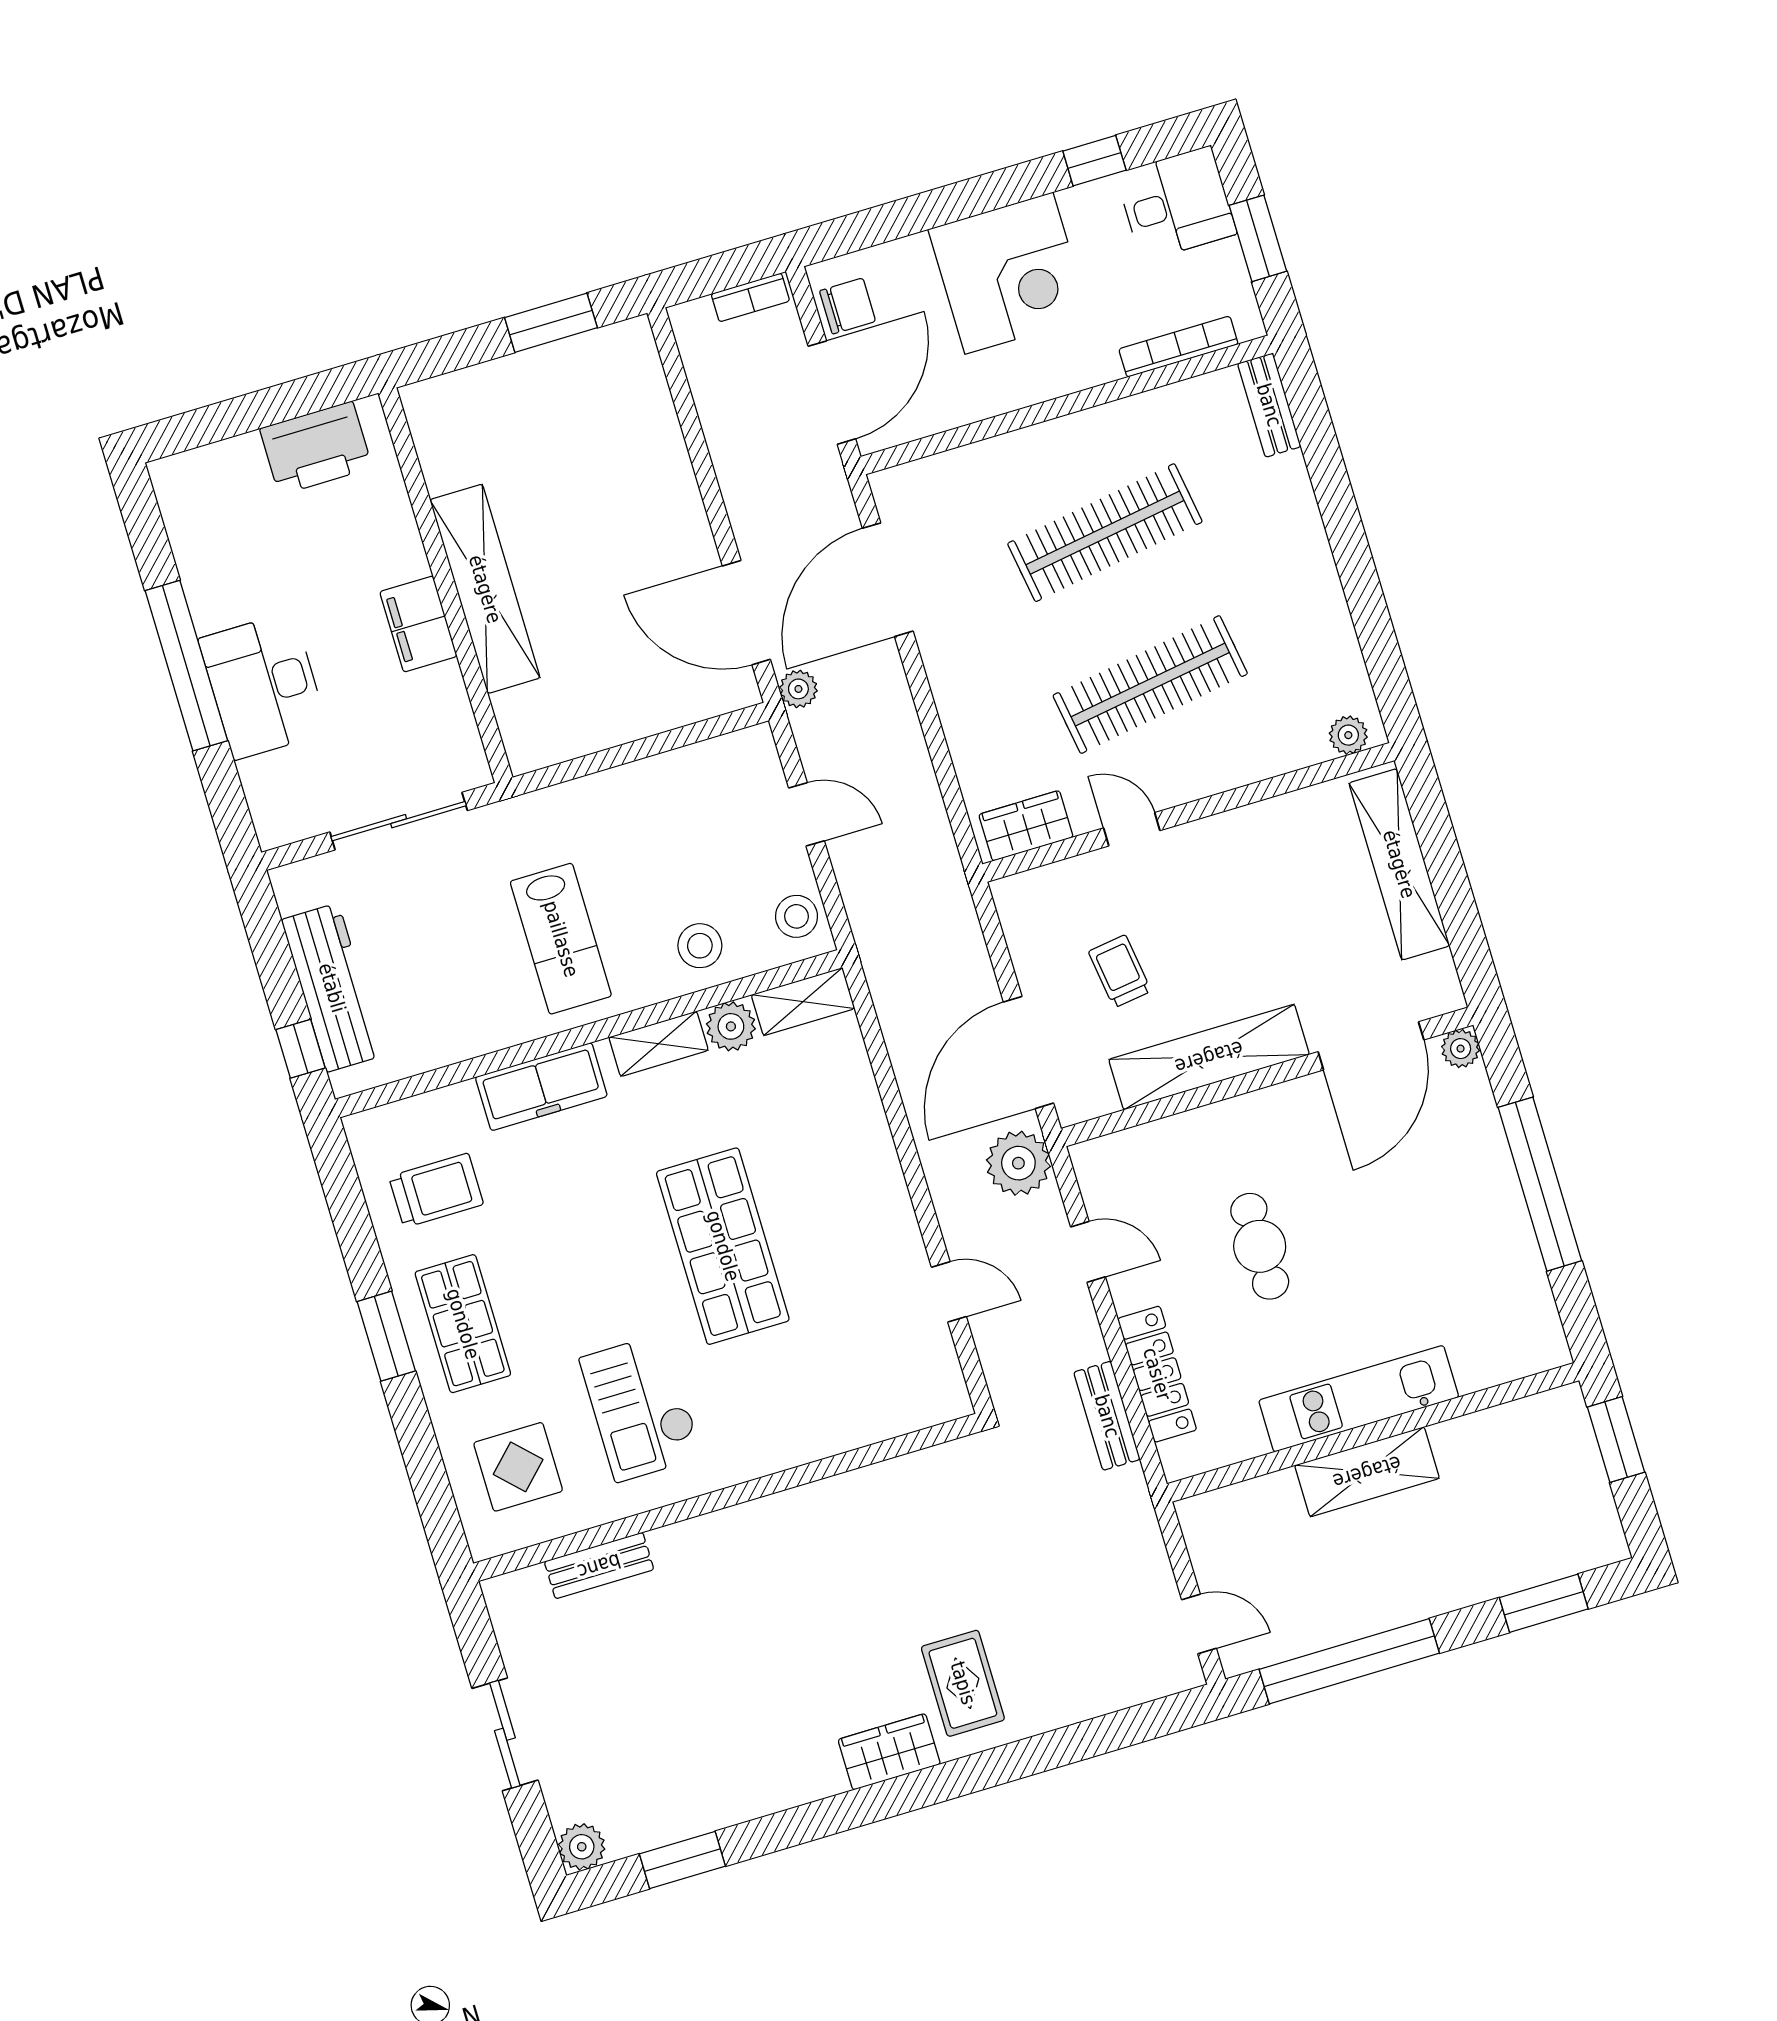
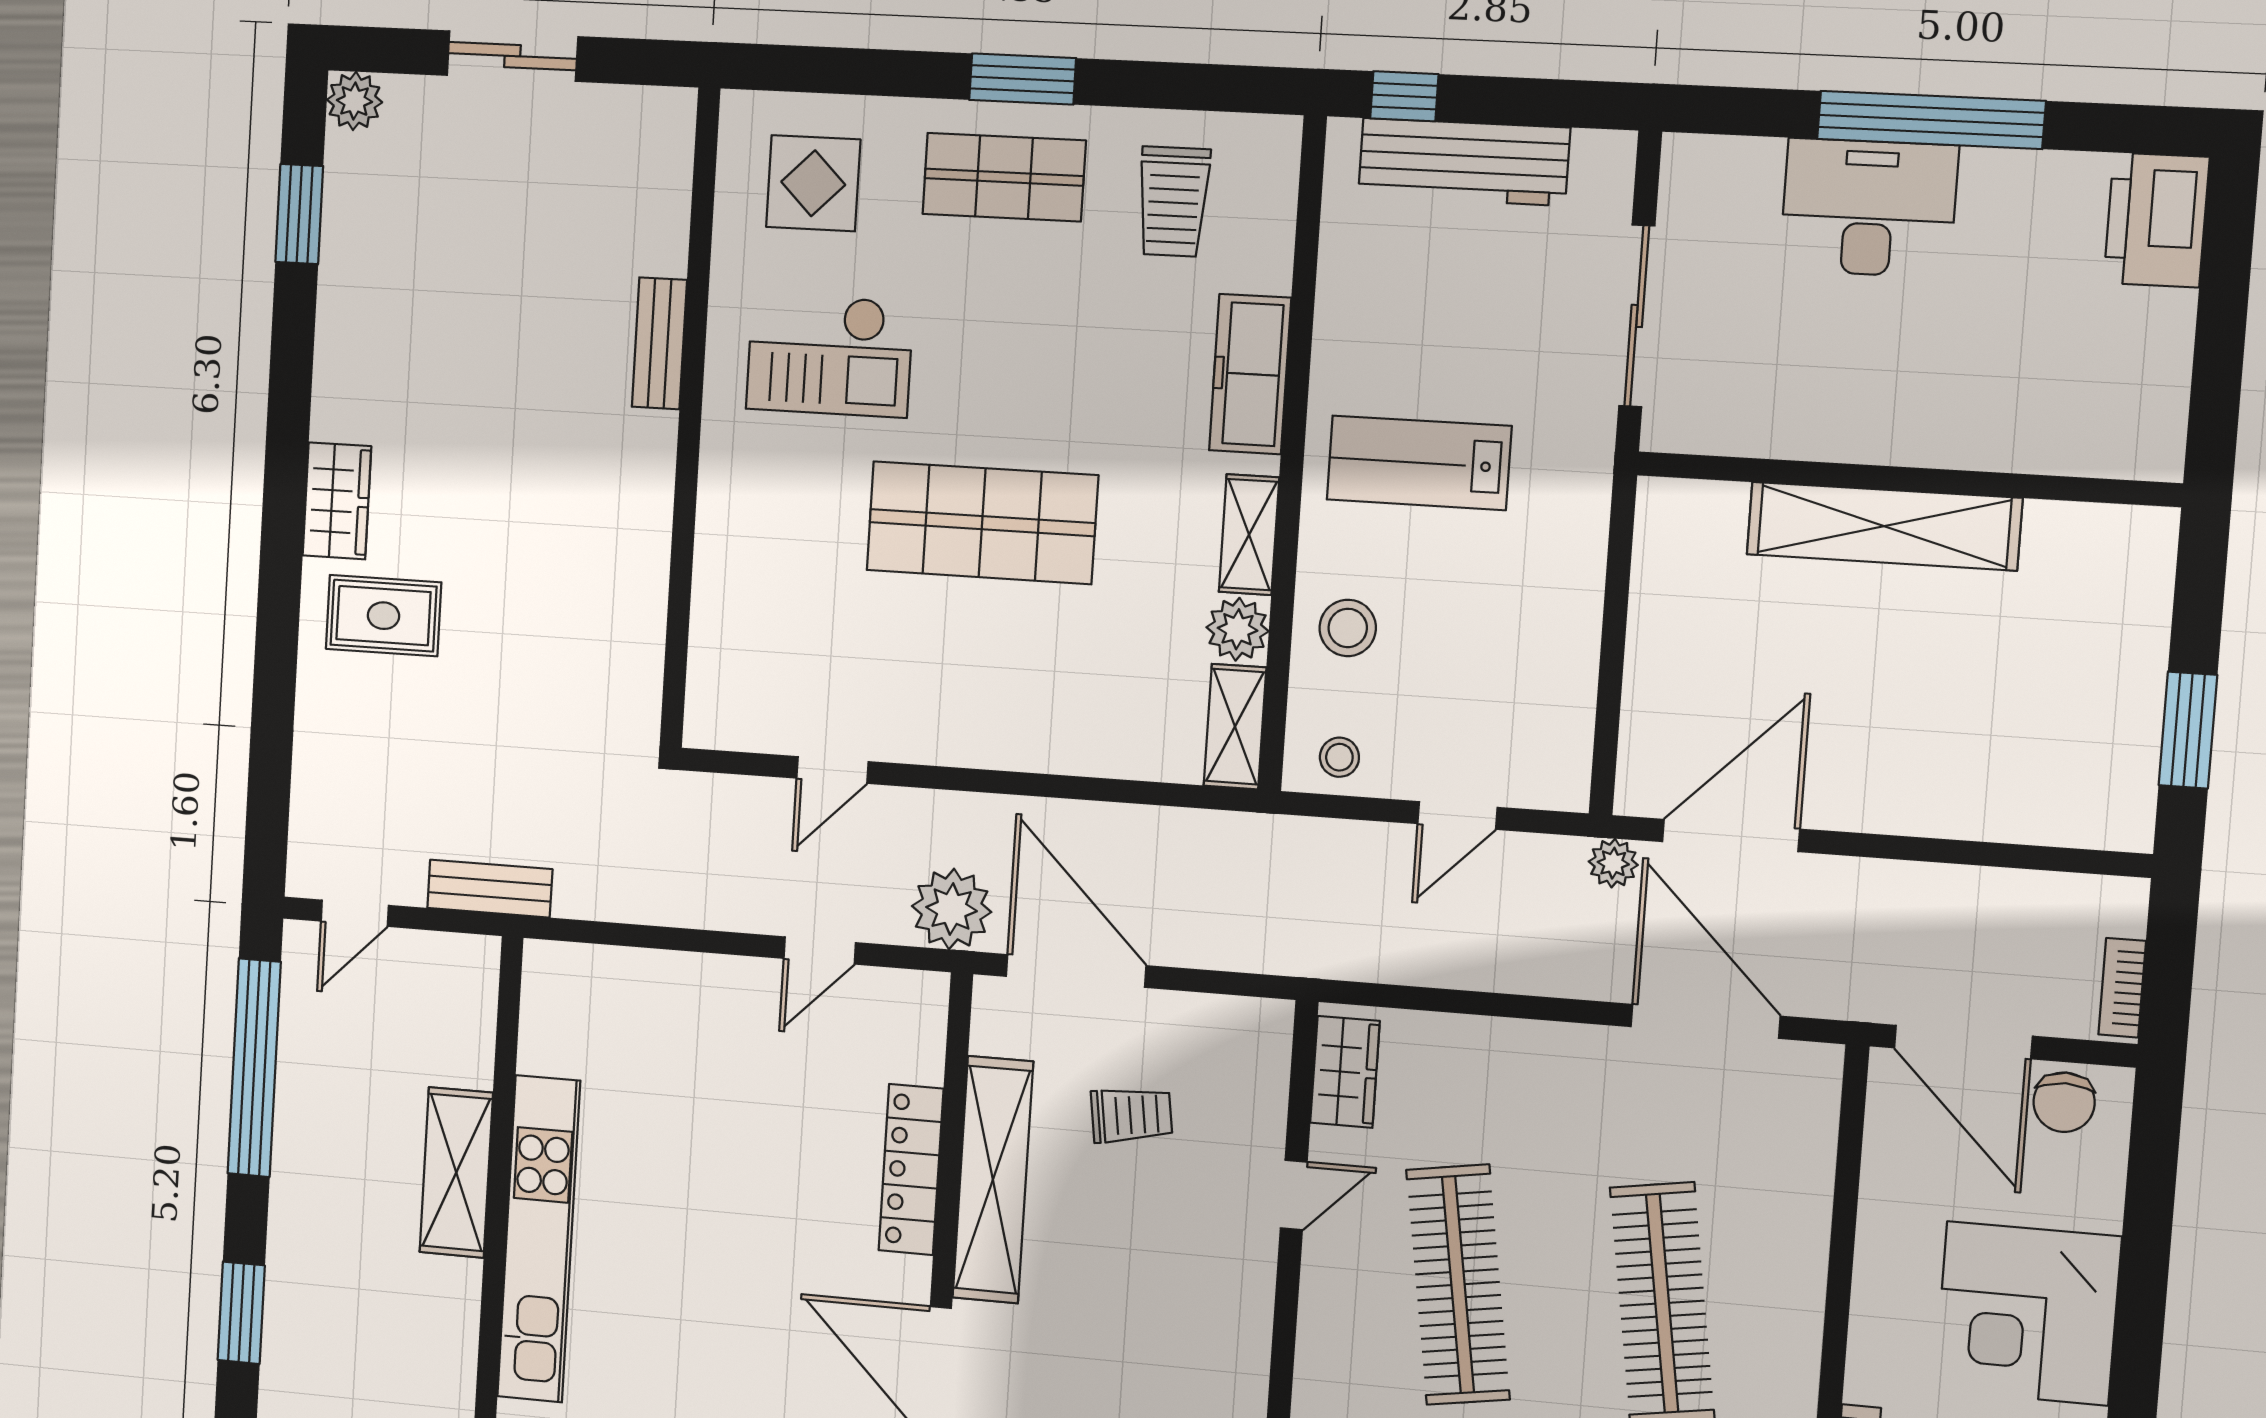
printer: (316, 448) -> (2156, 220), moved
filing cabinet: (418, 624) -> (1872, 428), removed
stool: (797, 916) -> (1339, 757), width x0.73, depth x0.73
cafe table: (1260, 1246) -> (754, 1152), removed
locker: (1157, 1374) -> (911, 1170), moved, turned 90
kitchen unit: (1359, 1399) -> (539, 1239), width x1.36
checkout: (641, 1408) -> (830, 355), turned 180
bench: (1107, 1416) -> (490, 889), moved
bench: (599, 1566) -> (659, 343), moved

